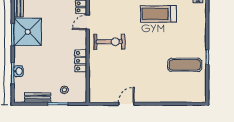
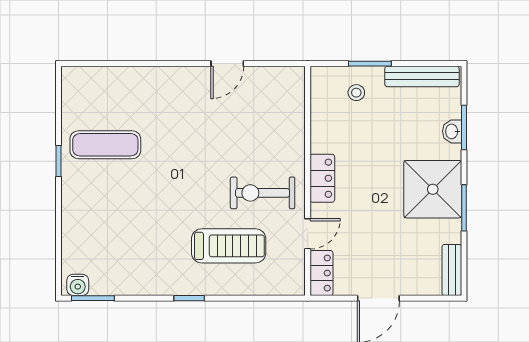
treadmill: (159, 14) -> (229, 246), moved
shower: (28, 32) -> (433, 189), moved
locker: (81, 61) -> (322, 178), moved
bench: (38, 98) -> (422, 76), width x1.36

